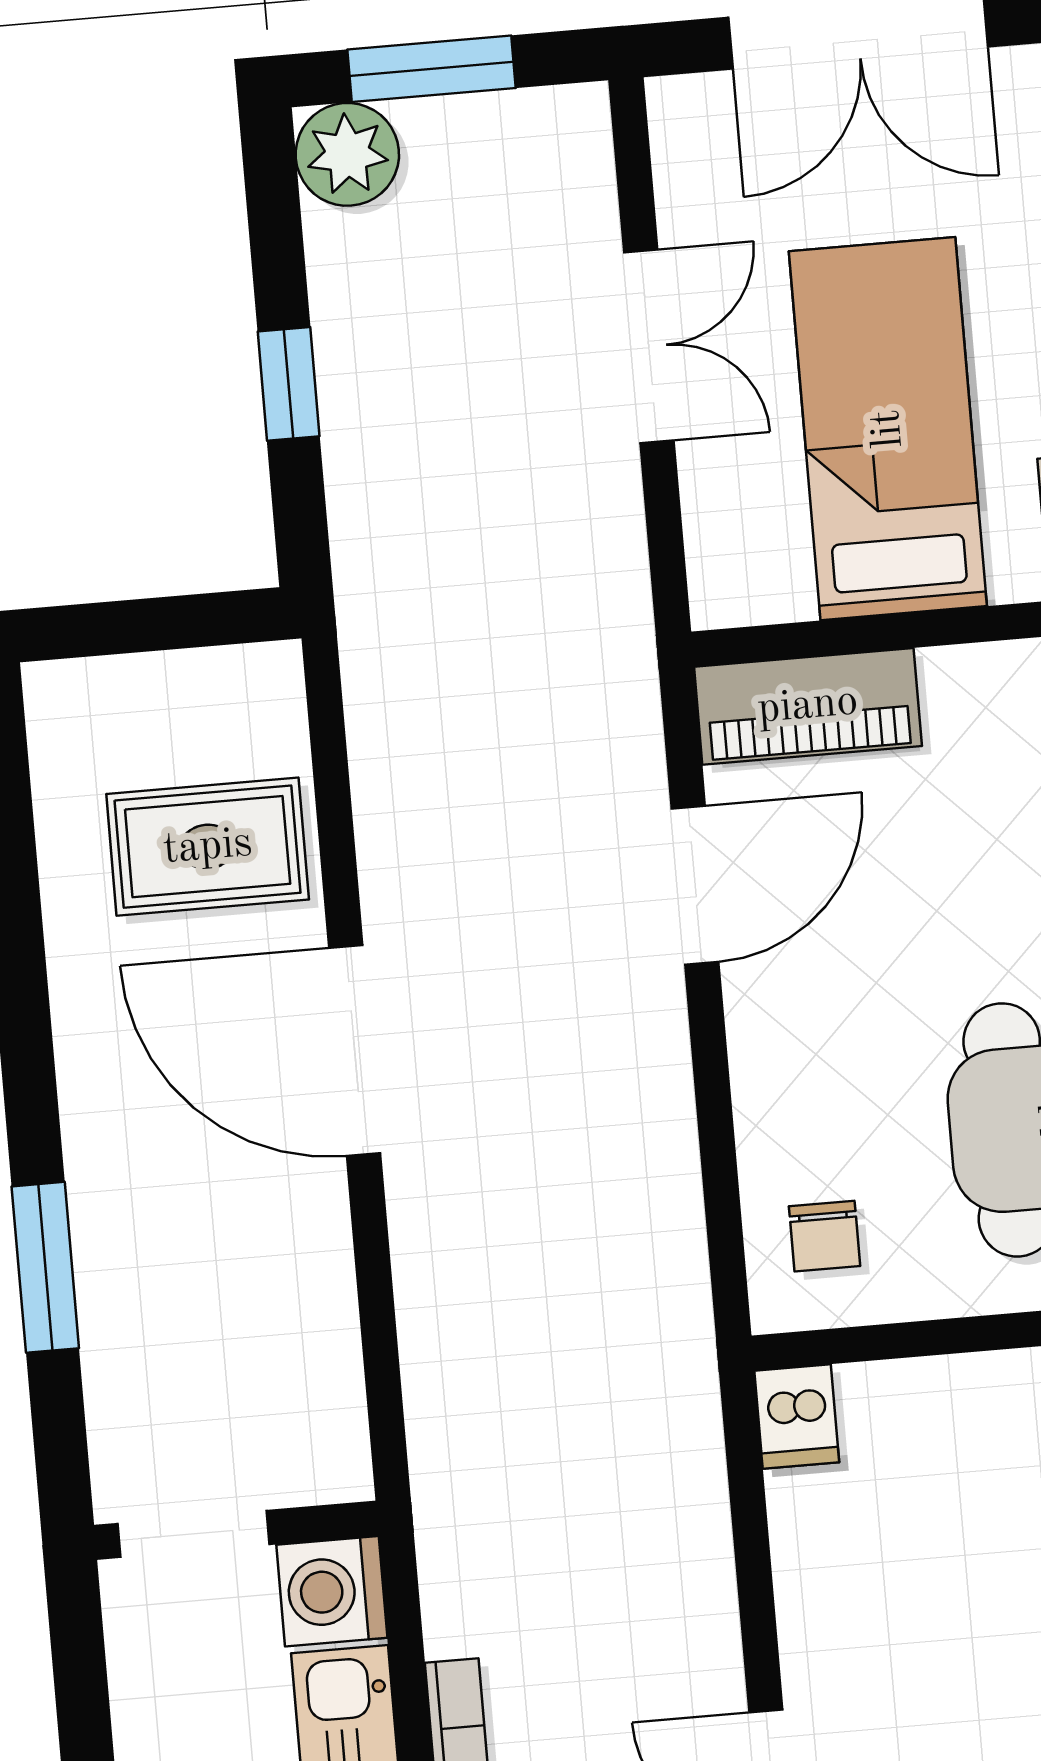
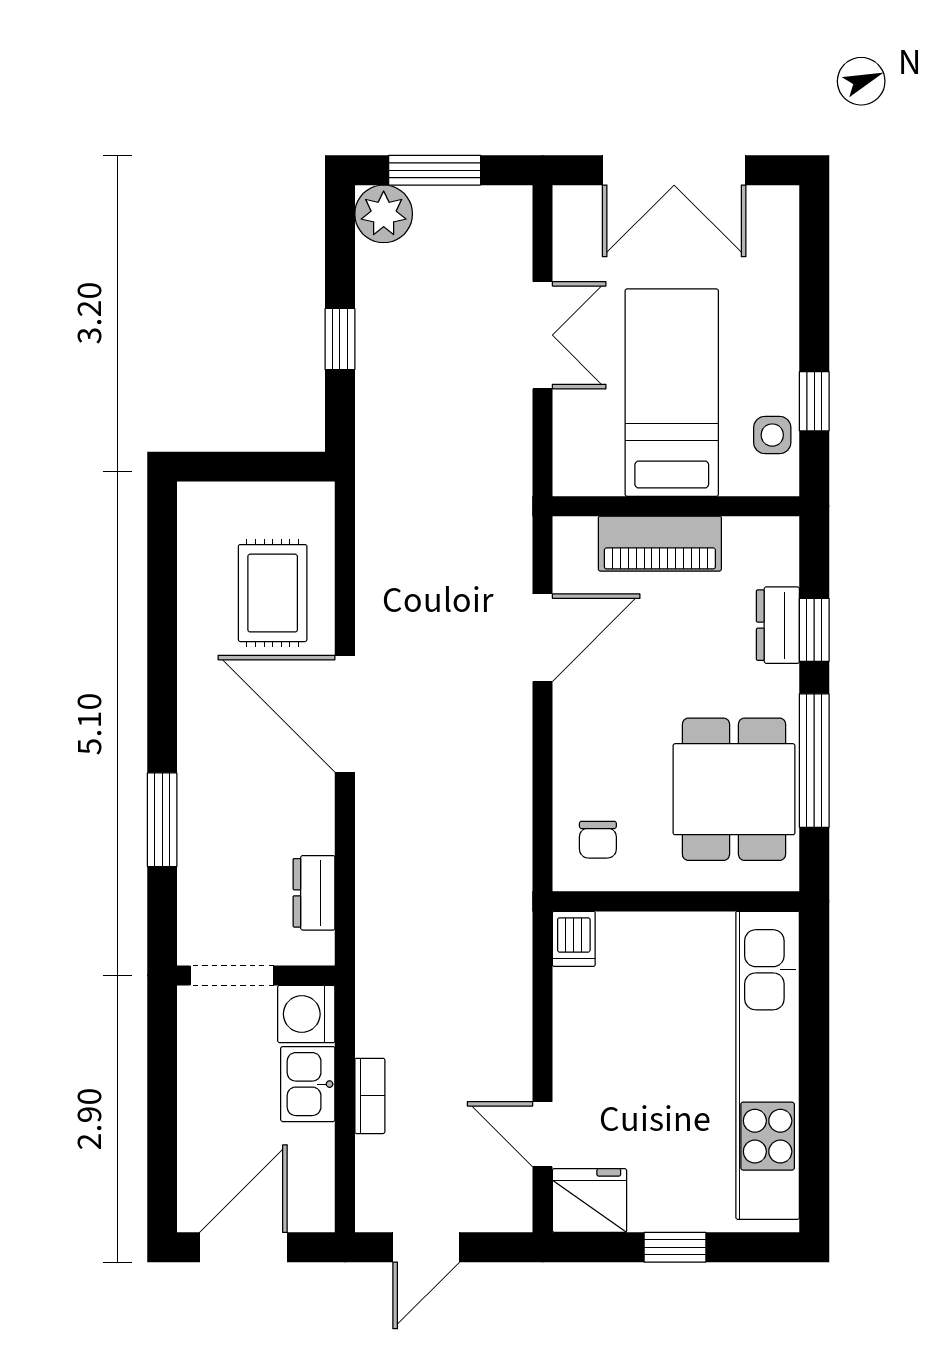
piano: (808, 706) -> (660, 544), moved
rug: (208, 847) -> (273, 593), turned 90
dresser: (327, 1374) -> (314, 893), added

